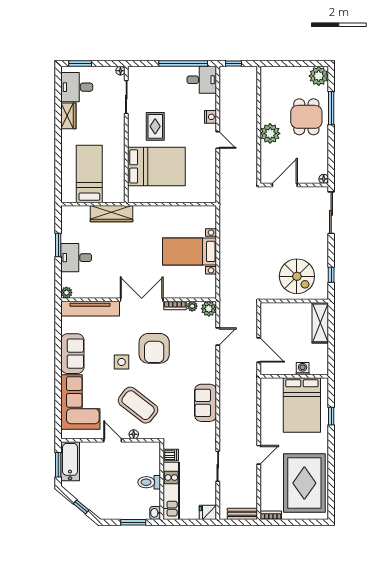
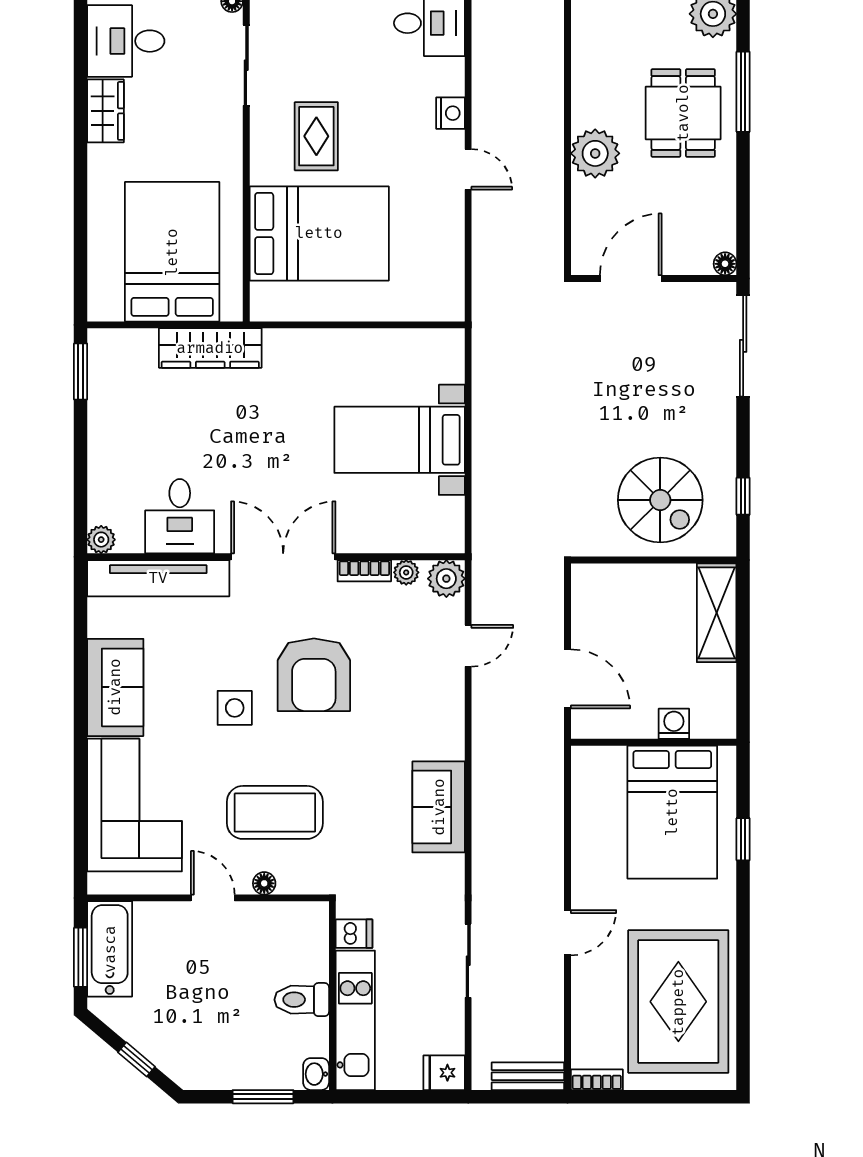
bed: (89, 174) -> (172, 252), width x1.50
window: (58, 245) -> (81, 372), moved
desk: (76, 258) -> (180, 516), moved, turned -90
coffee table: (138, 405) -> (275, 812), turned -38

